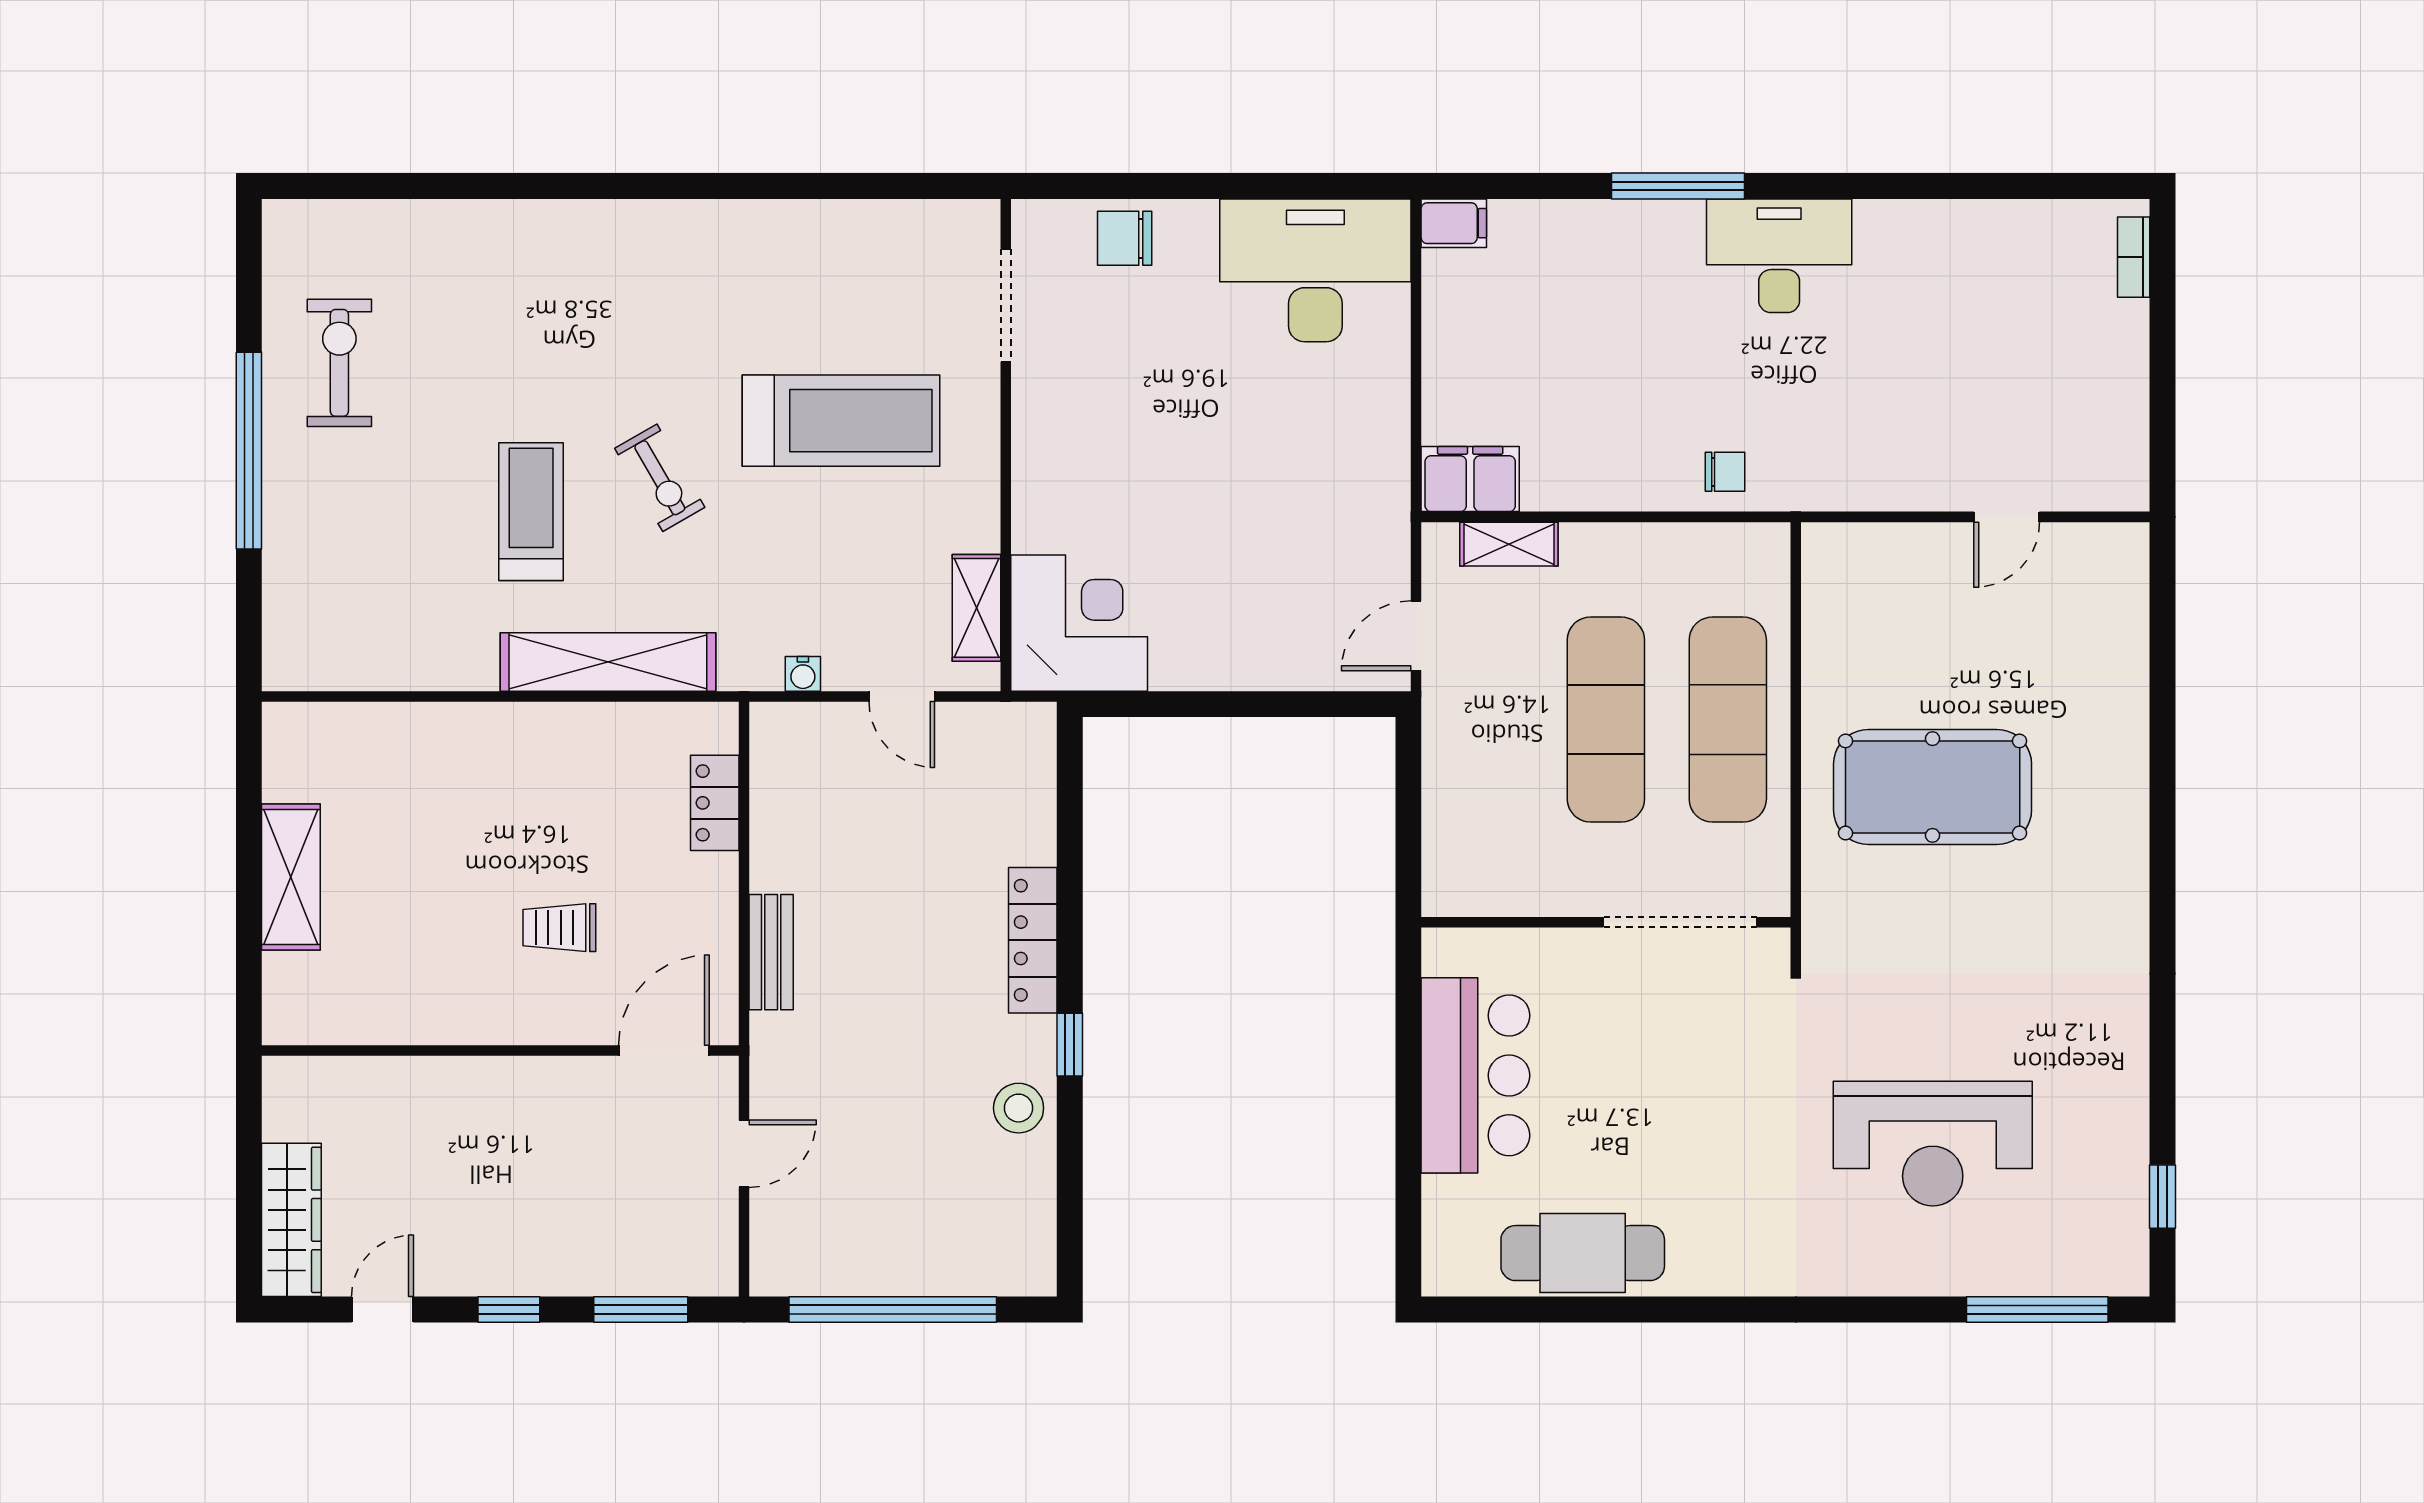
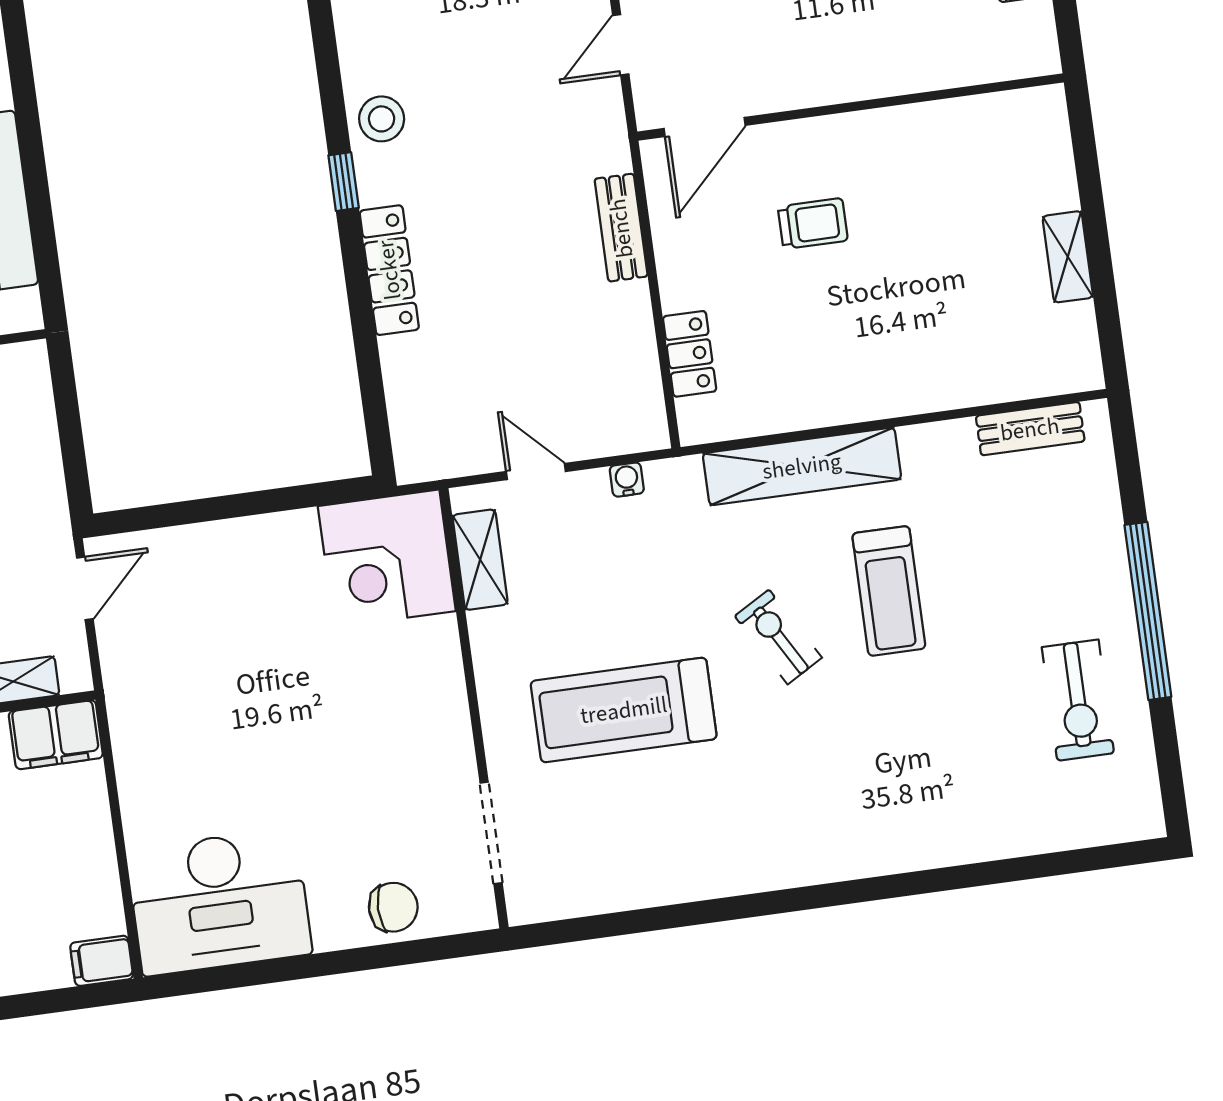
bench: (351, 669) -> (1030, 429), added
shelving: (291, 877) -> (1068, 257), width x0.67, depth x0.75

